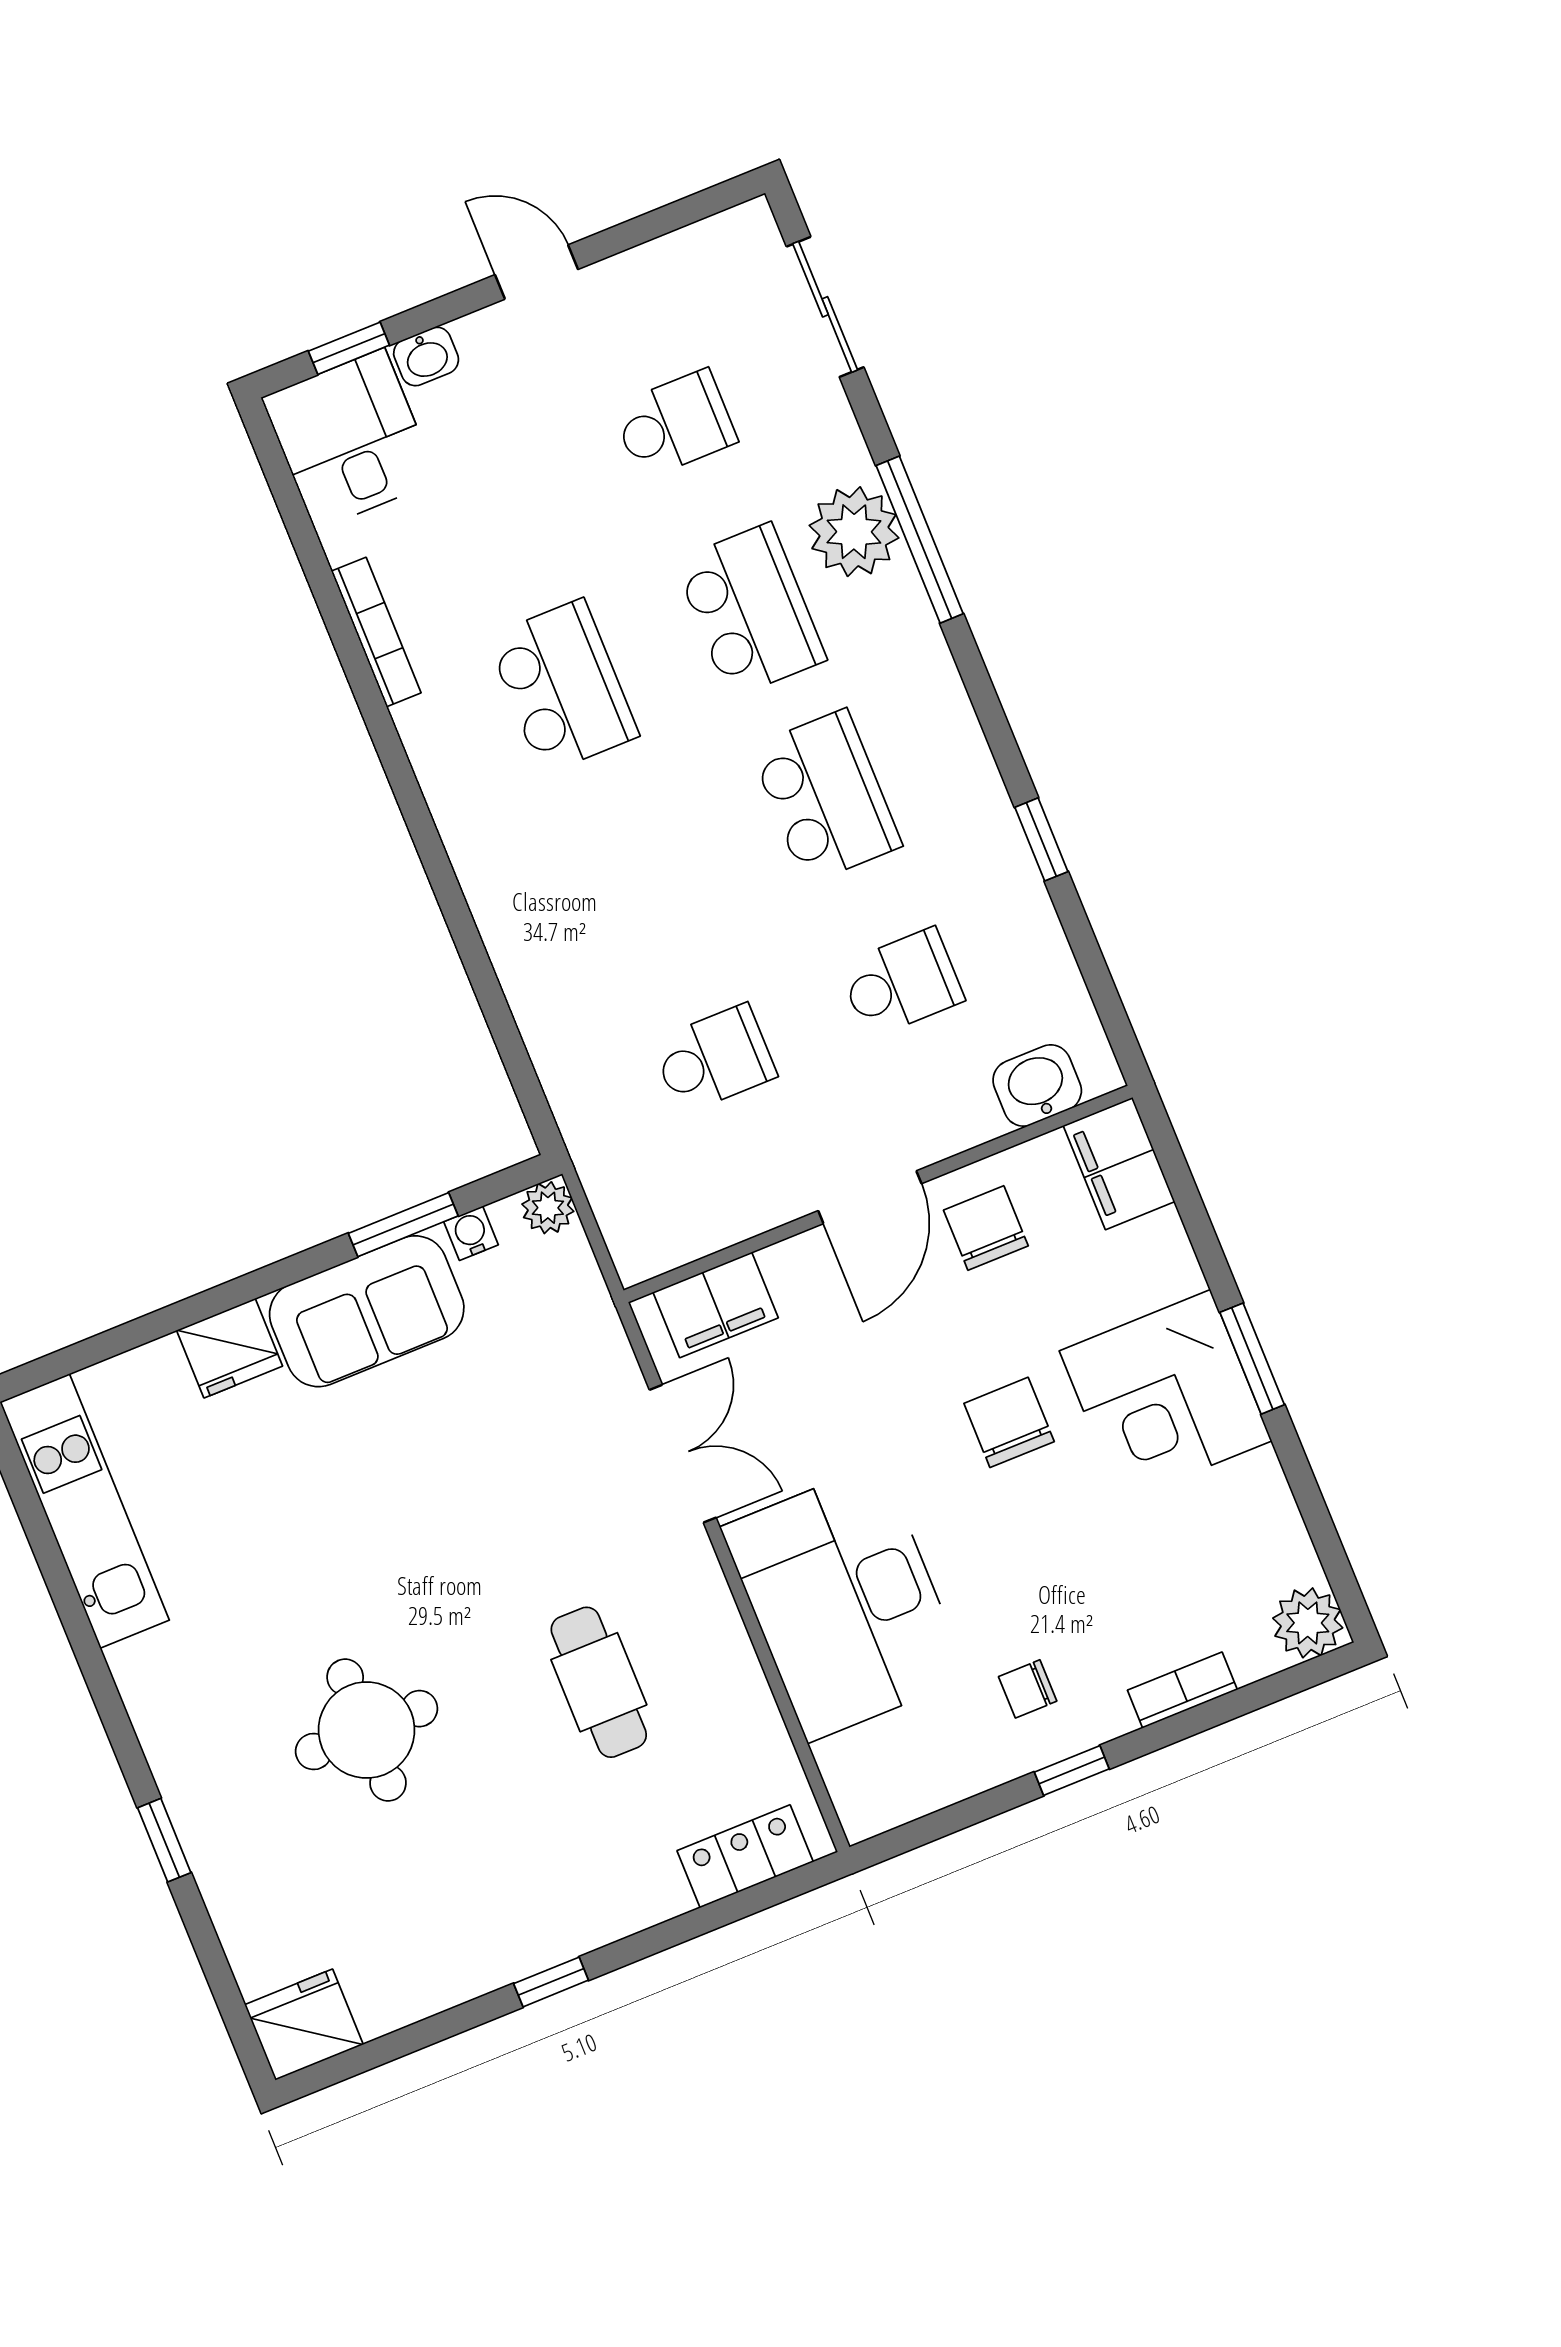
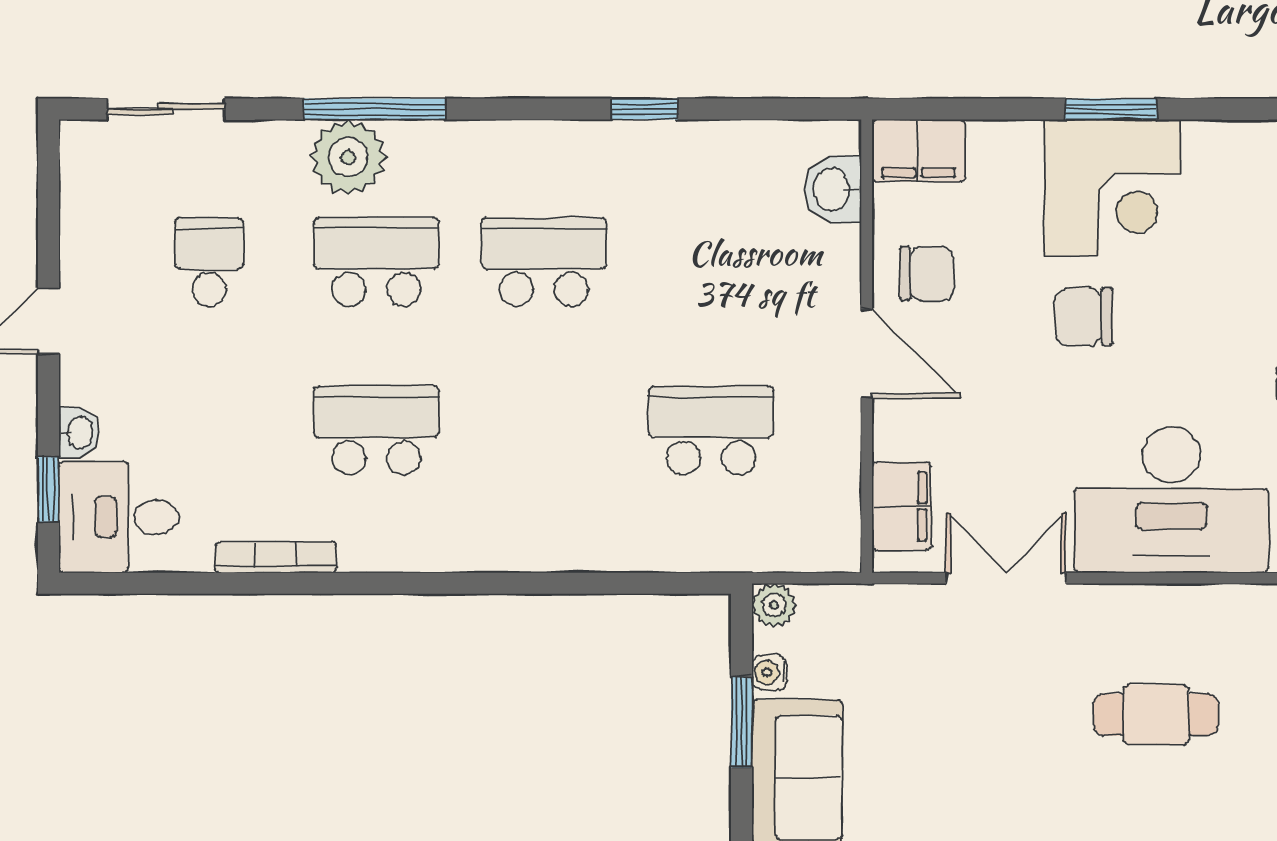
school desk: (901, 983) -> (711, 262), removed
school desk: (714, 1059) -> (711, 430), width x1.85
chair: (986, 1228) -> (927, 274), turned 180

